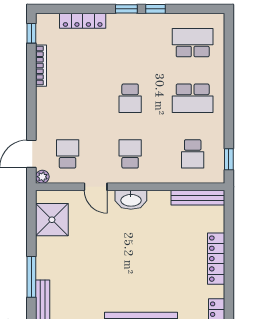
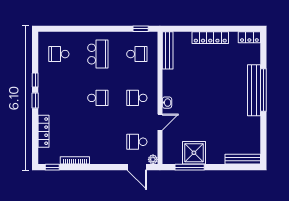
school desk: (193, 43) -> (59, 54), width x0.54
washbasin: (131, 200) -> (167, 103), width x0.52, depth x0.69
shower: (52, 220) -> (194, 153), moved
window: (31, 277) -> (190, 167), moved

